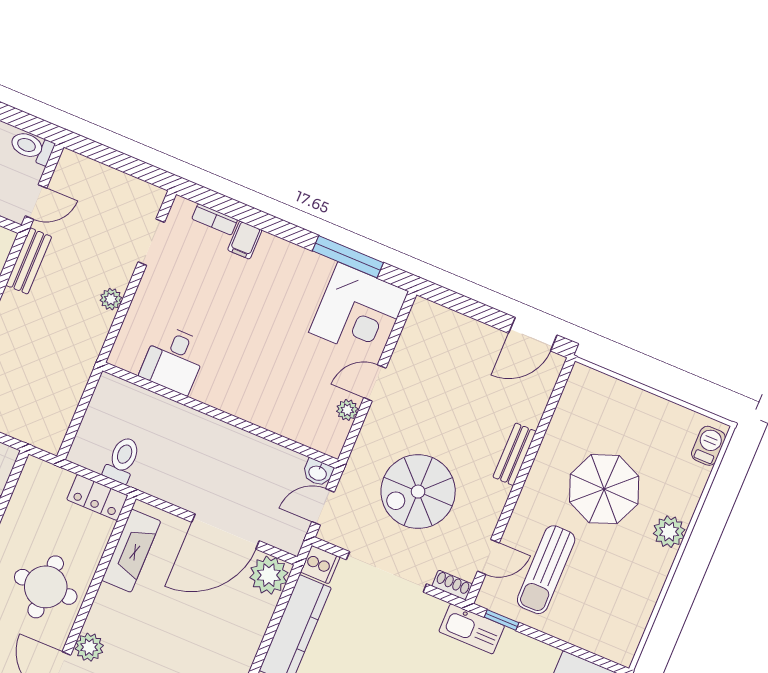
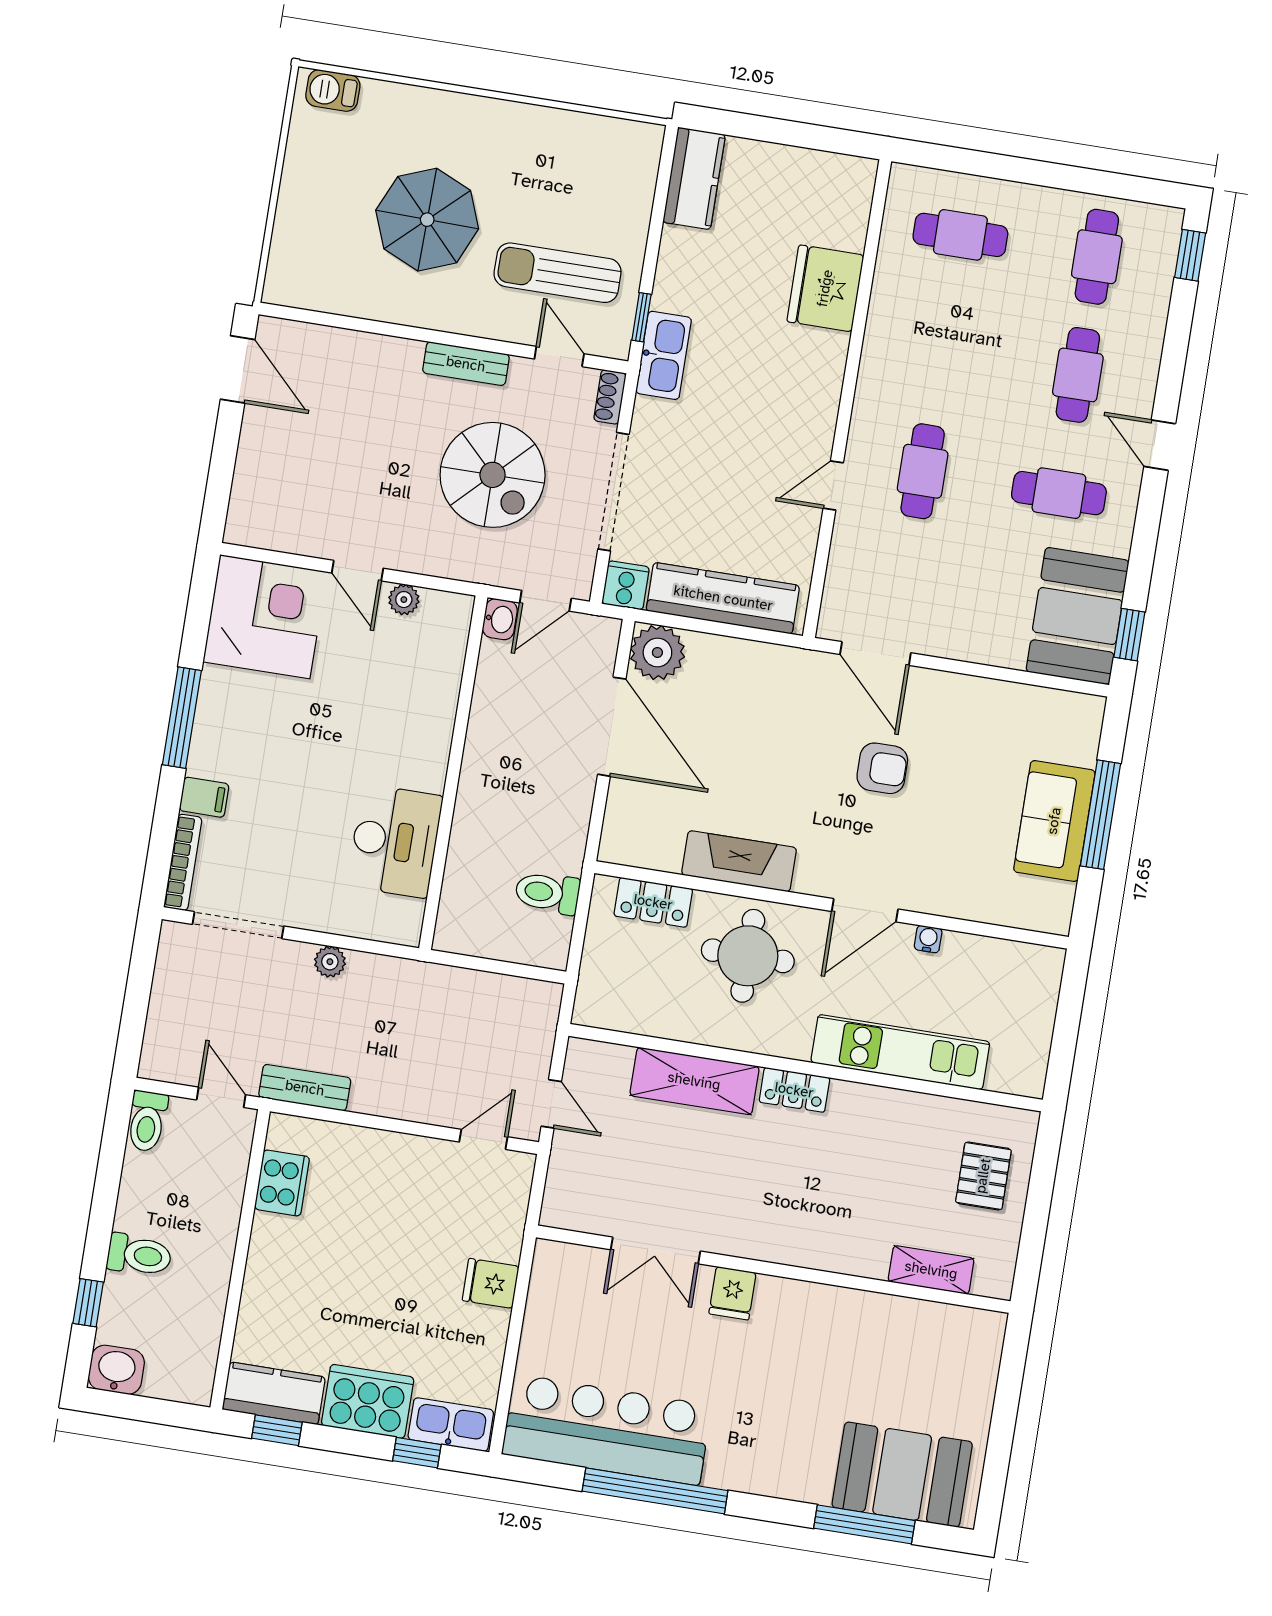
bookcase: (215, 219) -> (183, 862), width x1.56
doorway: (151, 242) -> (238, 925), width x1.38
window: (348, 257) -> (182, 718), moved
desk: (174, 360) -> (395, 841), width x1.37
bench: (515, 454) -> (466, 364), moved
locker: (97, 497) -> (653, 902), moved, turned 90
door: (323, 507) -> (545, 601), hinge flipped
plant: (669, 532) -> (464, 116), removed
fireplace: (131, 551) -> (739, 861), moved
sun lounger: (546, 570) -> (558, 273), turned 180
plant: (89, 647) -> (816, 876), removed

